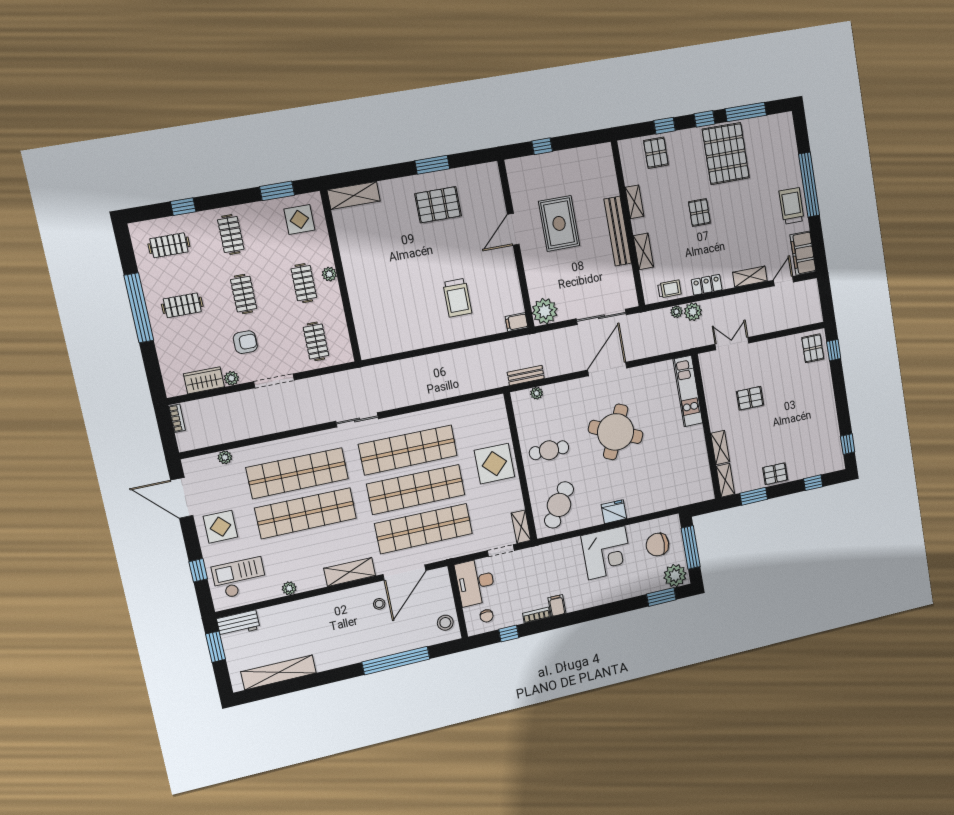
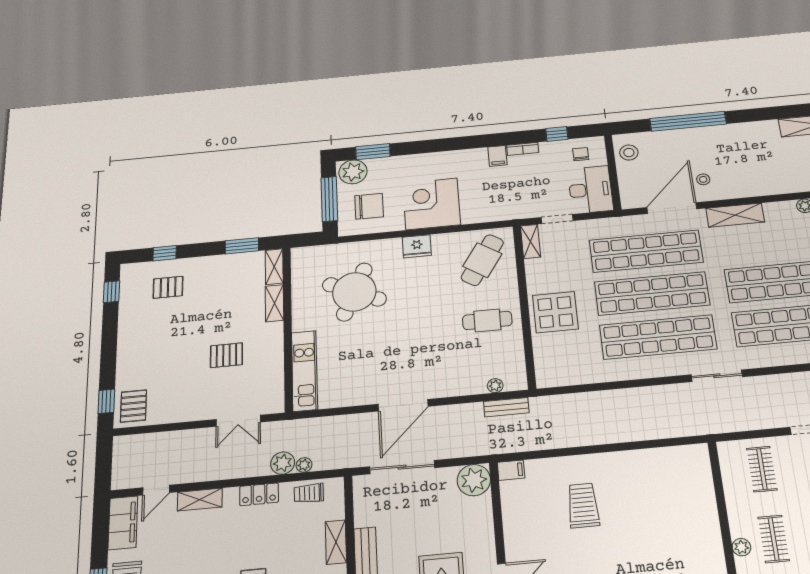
round table: (616, 432) -> (354, 292), moved
pallet: (775, 474) -> (168, 287), moved

